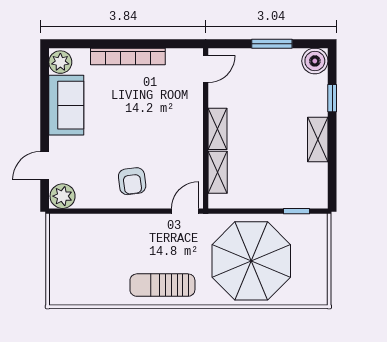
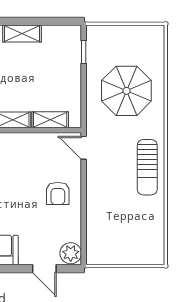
armchair: (132, 181) -> (58, 193), turned 97
parasol: (251, 261) -> (126, 91), width x0.73, depth x0.73

